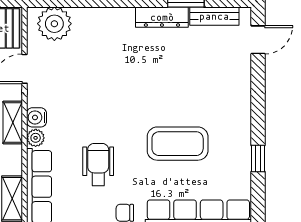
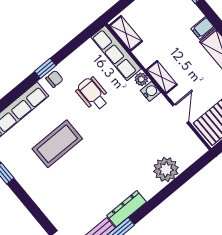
plant: (54, 24) -> (166, 170), moved
wheelchair: (98, 165) -> (93, 94), turned 180

